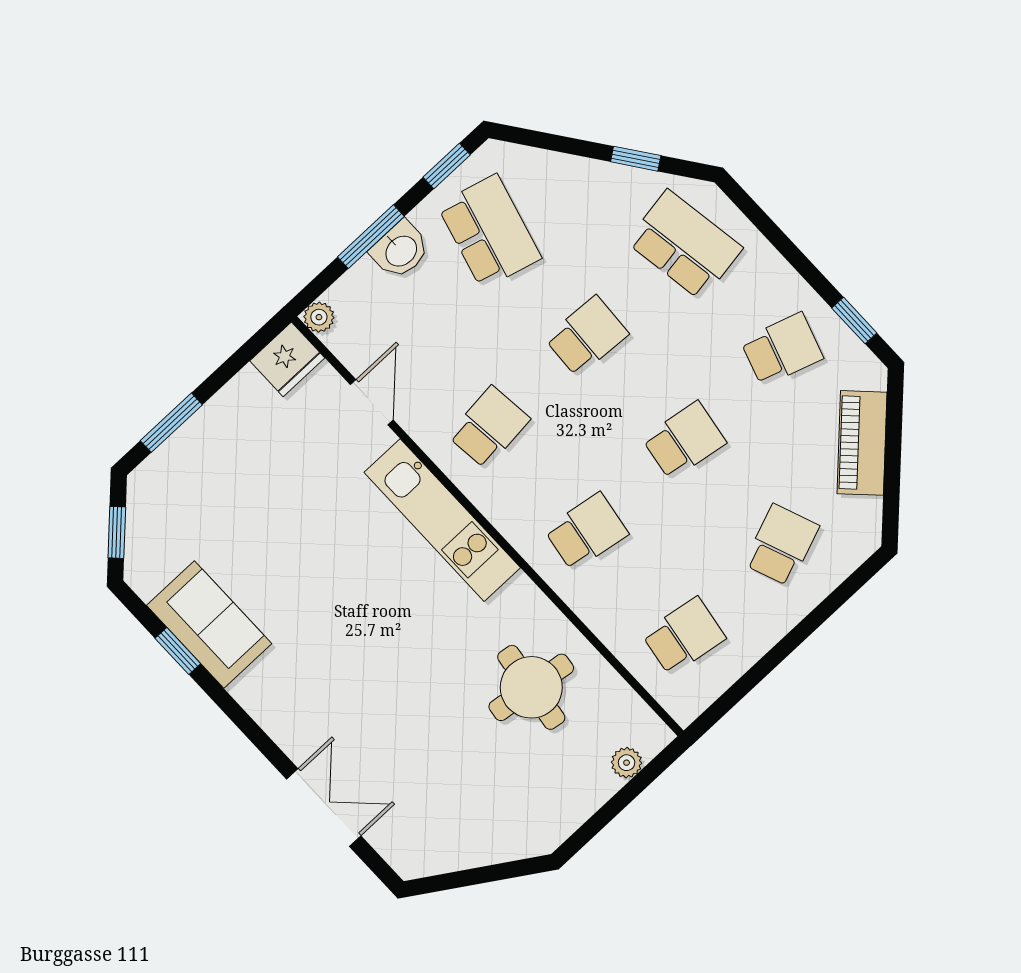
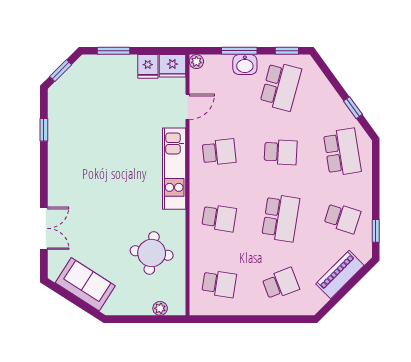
fridge: (249, 397) -> (148, 66), added
school desk: (684, 441) -> (281, 218), width x1.85
sofa: (209, 625) -> (85, 284), moved, turned -57

